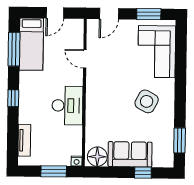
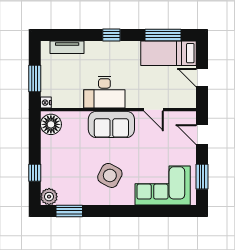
door: (85, 59) -> (154, 110), swing flipped
sofa: (130, 154) -> (111, 124), moved, turned 90
plant: (166, 159) -> (49, 197), added

